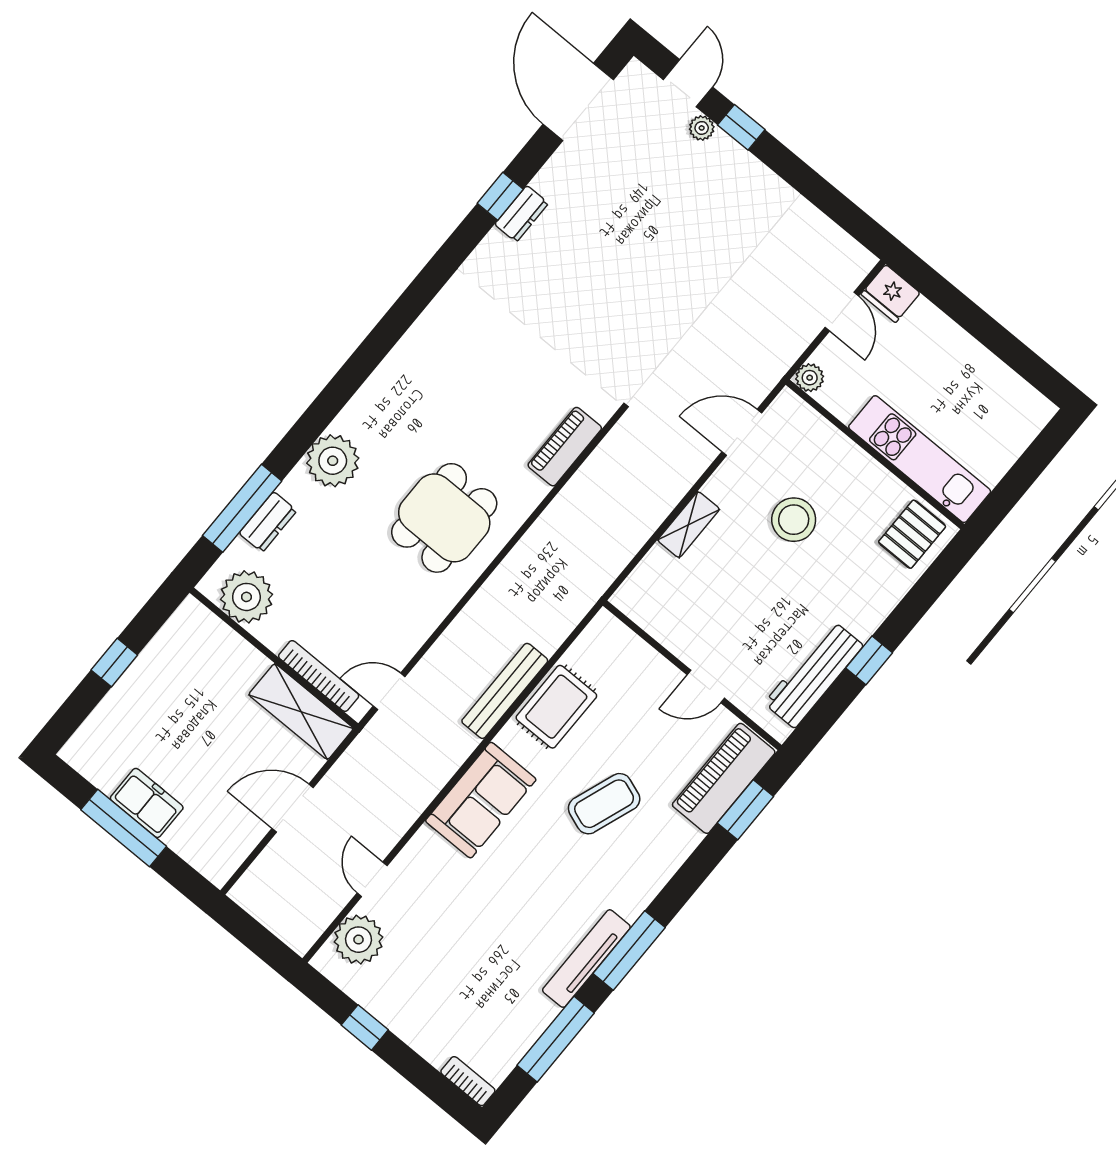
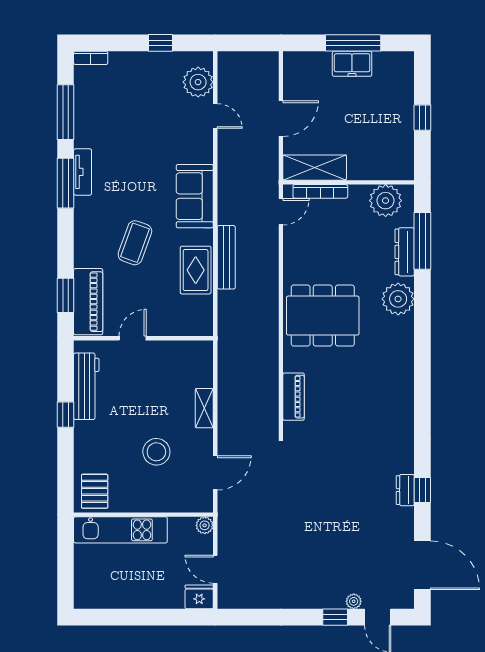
dining table: (444, 518) -> (323, 316), width x1.38
dresser: (268, 522) -> (405, 252), width x1.44
tv unit: (586, 959) -> (83, 172), width x0.71

